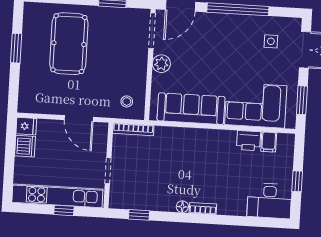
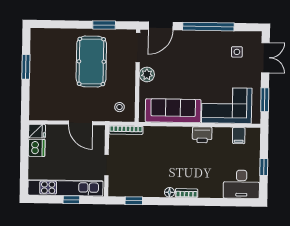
pool table: (69, 44) -> (91, 62), moved
printer: (249, 141) -> (202, 135), moved

